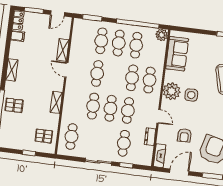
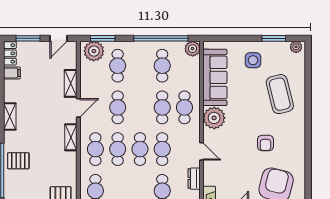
plant: (84, 27) -> (94, 51), added
cafe table: (119, 43) -> (95, 149), moved
sofa: (177, 54) -> (215, 77), width x1.36
door: (66, 70) -> (78, 108), swing flipped
side table: (191, 95) -> (253, 60), moved
shelving: (56, 102) -> (71, 137), moved
armchair: (184, 135) -> (265, 143), moved

